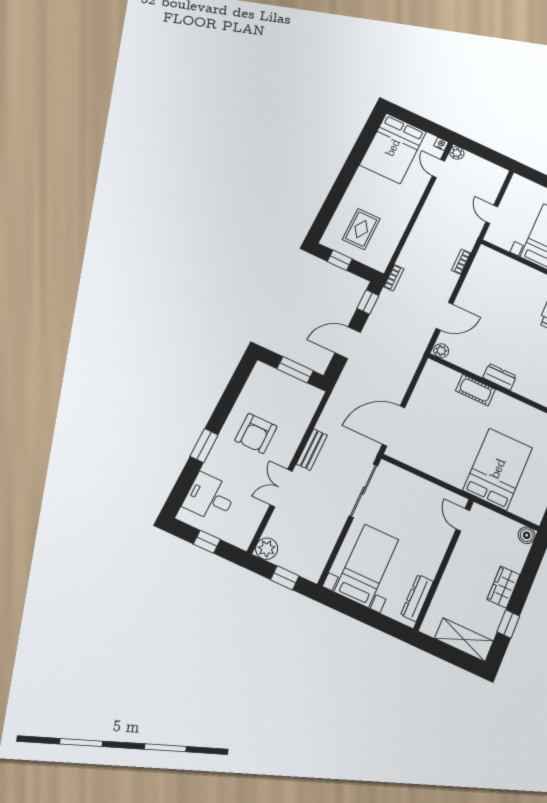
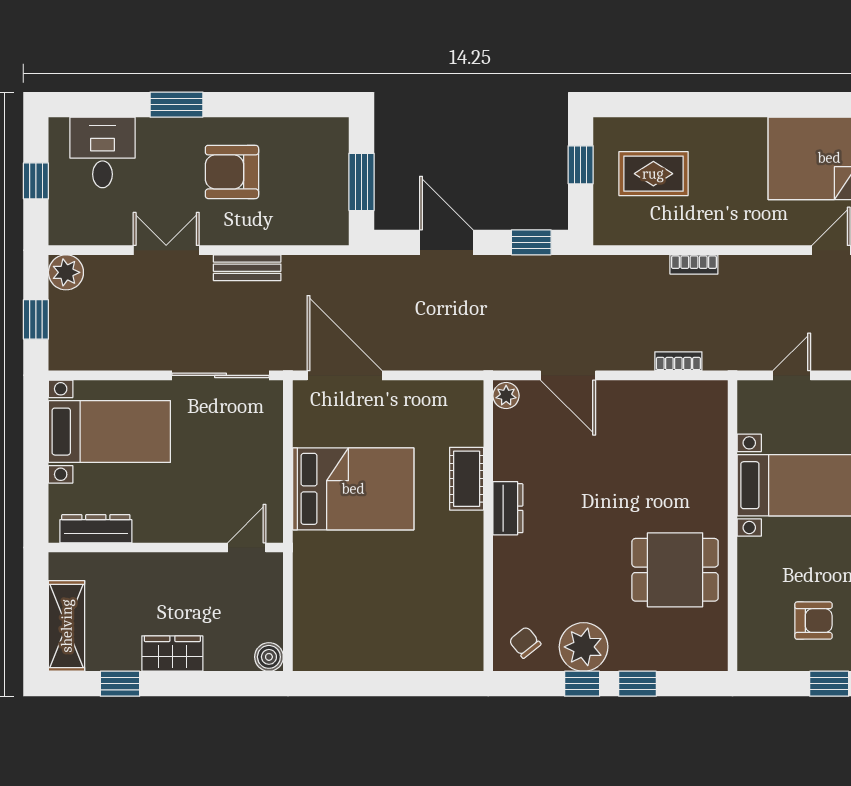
bookcase: (394, 278) -> (694, 264), moved
bed: (498, 469) -> (353, 489), moved

